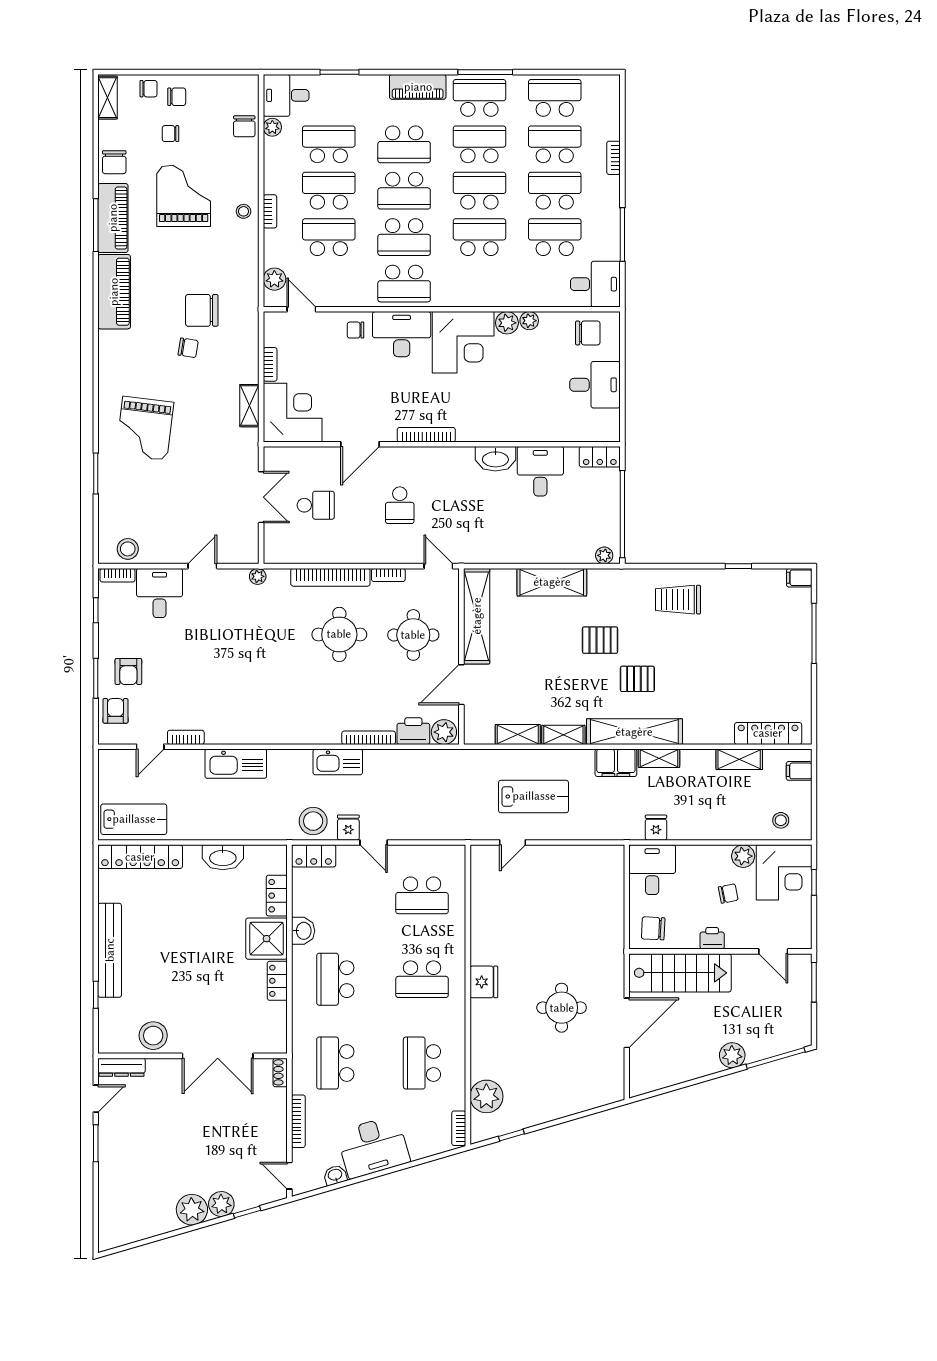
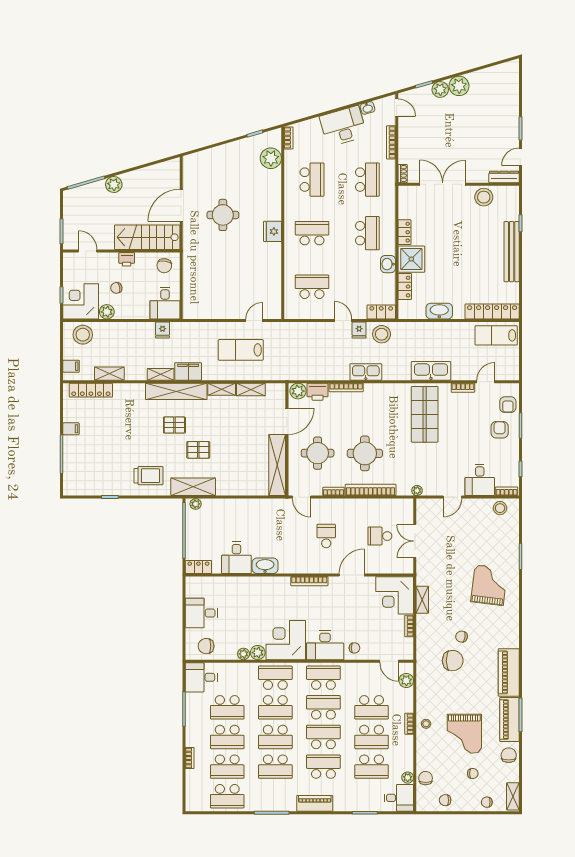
chair: (177, 97) -> (445, 800), moved
school desk: (479, 98) -> (275, 678), moved, turned 180
filing cabinet: (799, 578) -> (71, 429), moved
shelving: (552, 582) -> (193, 487), moved
shop shelf: (246, 696) -> (425, 414), added
stool: (781, 820) -> (83, 335), width x1.89, depth x1.89
chair: (653, 928) -> (164, 266), turned 95

